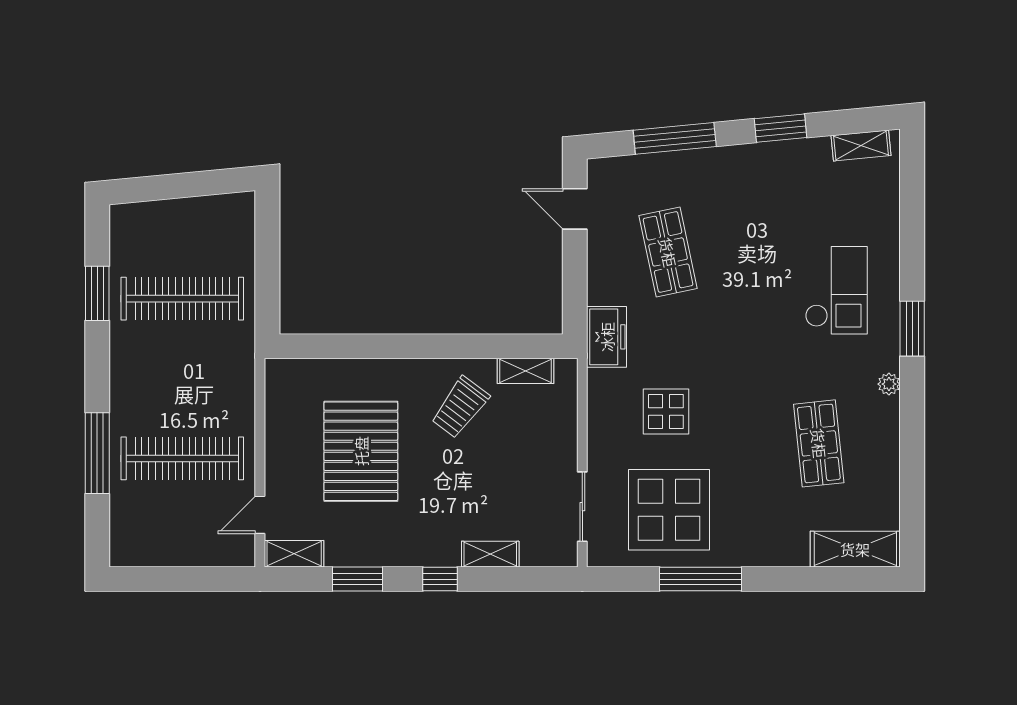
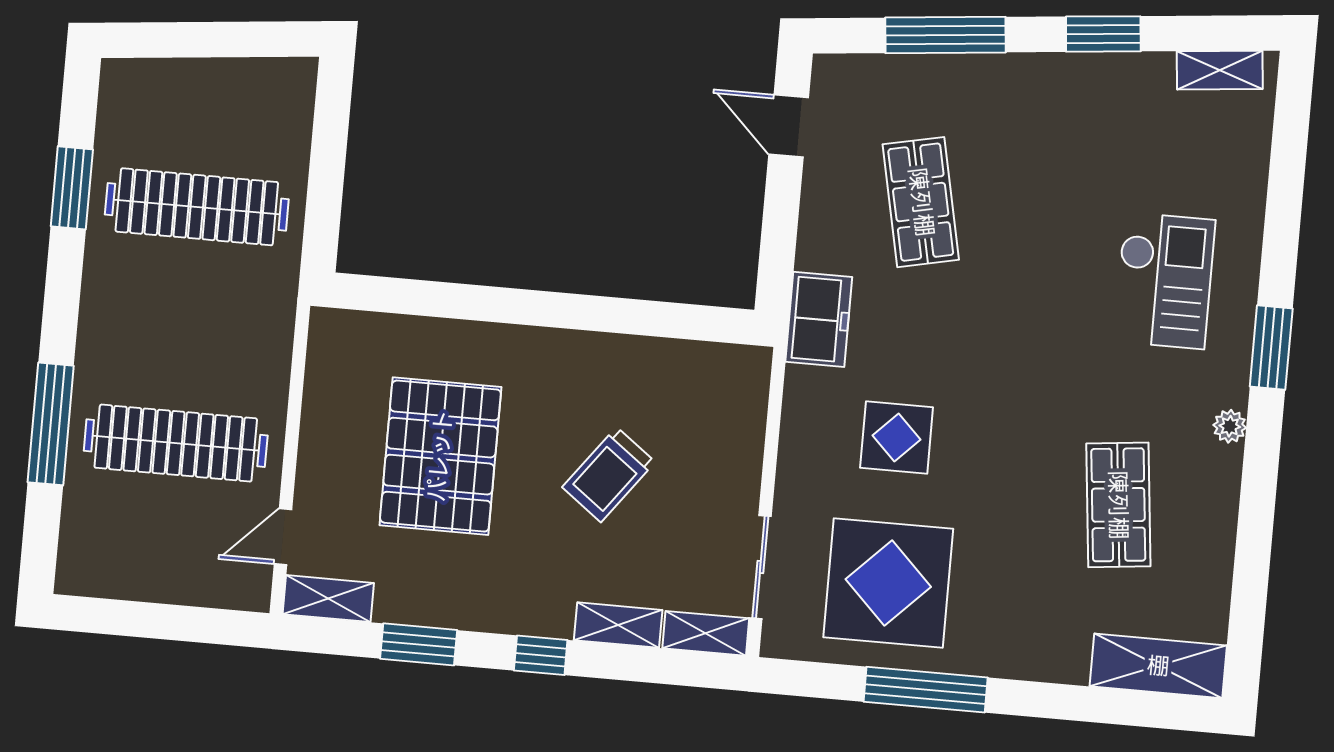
shelving: (526, 371) -> (706, 633), moved
trolley: (460, 407) -> (609, 475), moved

